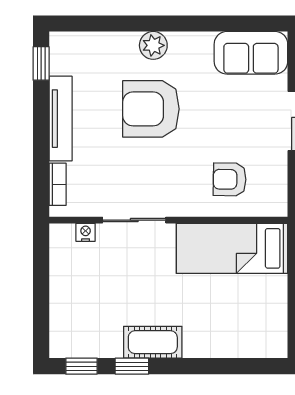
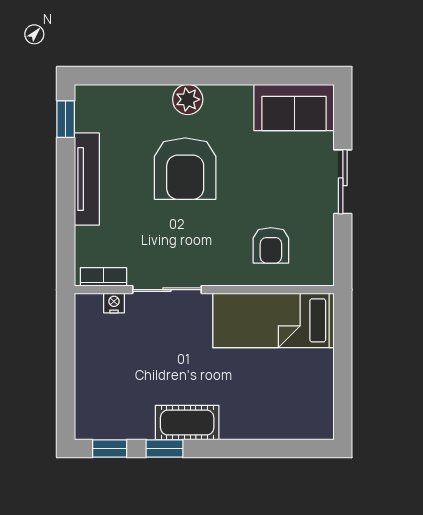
armchair: (151, 109) -> (185, 169), turned -90
armchair: (230, 179) -> (271, 245), turned -91
bookcase: (58, 184) -> (103, 277), moved, turned -90

